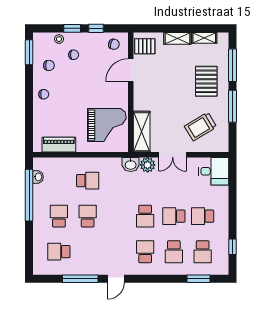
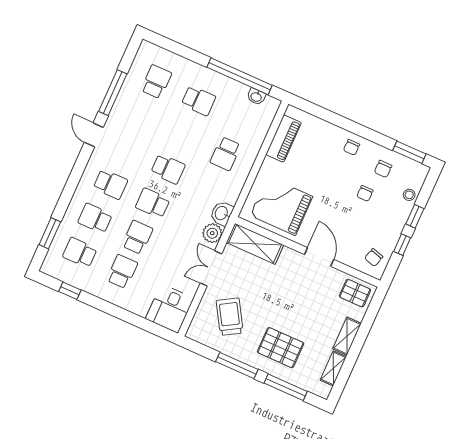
pallet: (145, 46) -> (355, 293), turned 90
chair: (74, 55) -> (365, 193), moved
door: (131, 70) -> (319, 257), moved
grand piano: (107, 125) -> (281, 206), turned 90
school desk: (88, 216) -> (168, 169), moved

